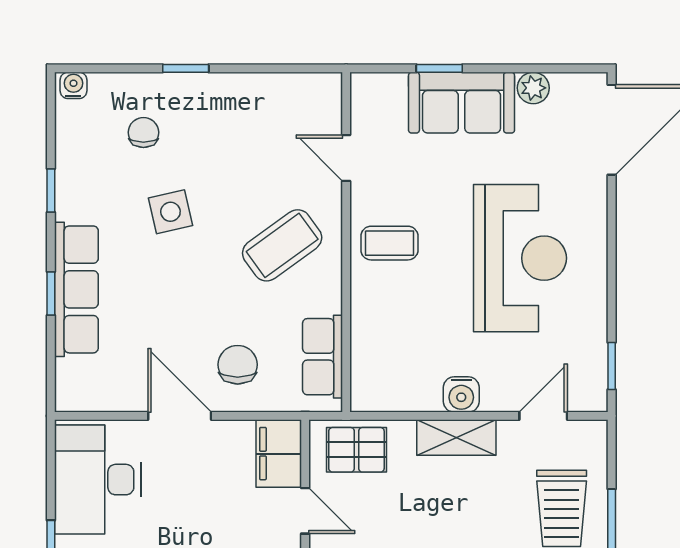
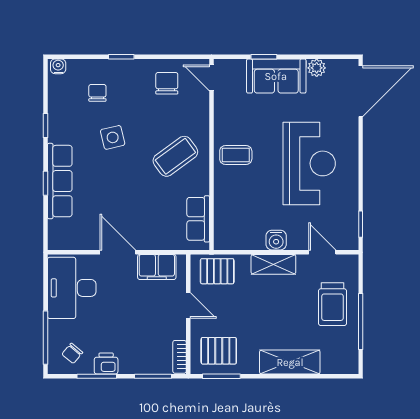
door: (346, 158) -> (211, 78), moved
chair: (238, 365) -> (167, 83), moved
door: (543, 416) -> (322, 252), hinge flipped
filing cabinet: (279, 454) -> (157, 267), moved, turned -90

